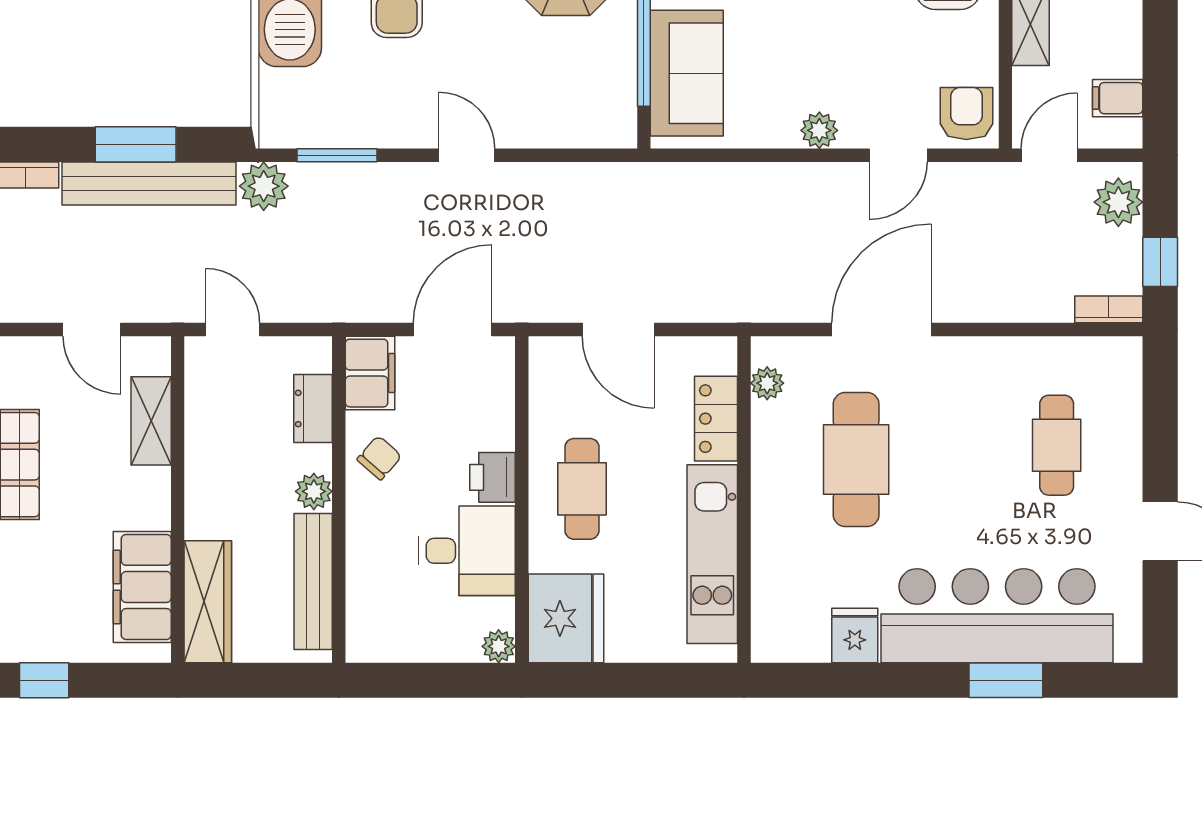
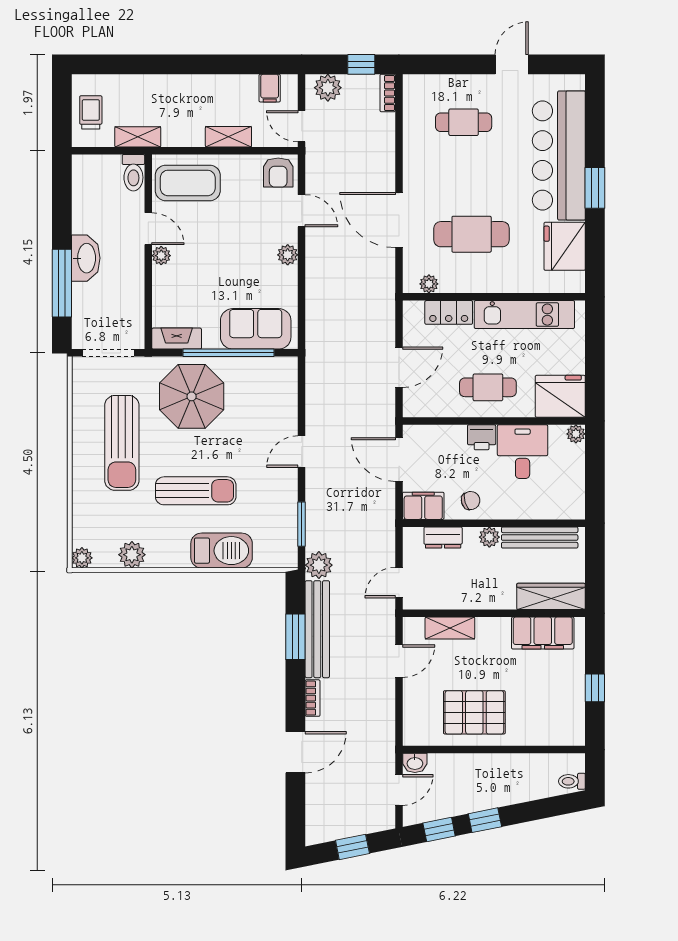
armchair: (966, 113) -> (278, 173), turned -90
chair: (379, 458) -> (471, 501), turned 122
fridge: (855, 635) -> (565, 246), width x1.88, depth x1.34
window: (1006, 680) -> (595, 188), moved

